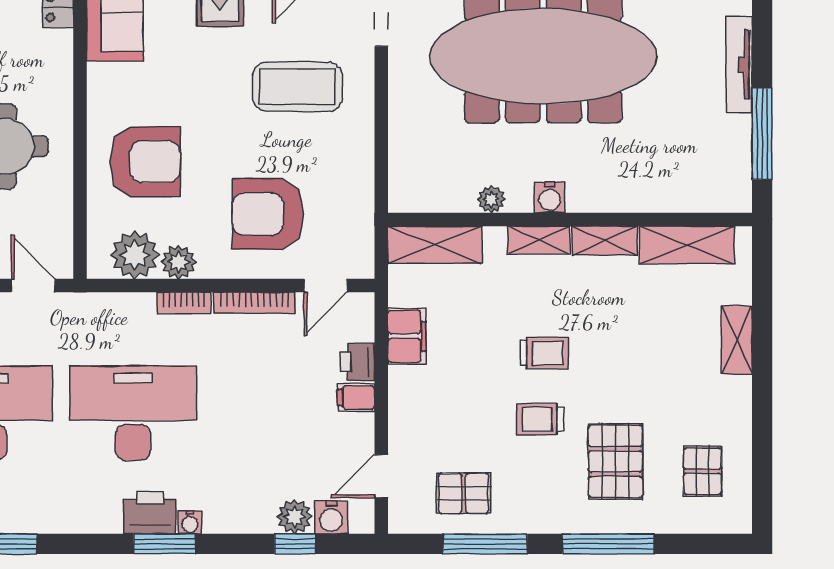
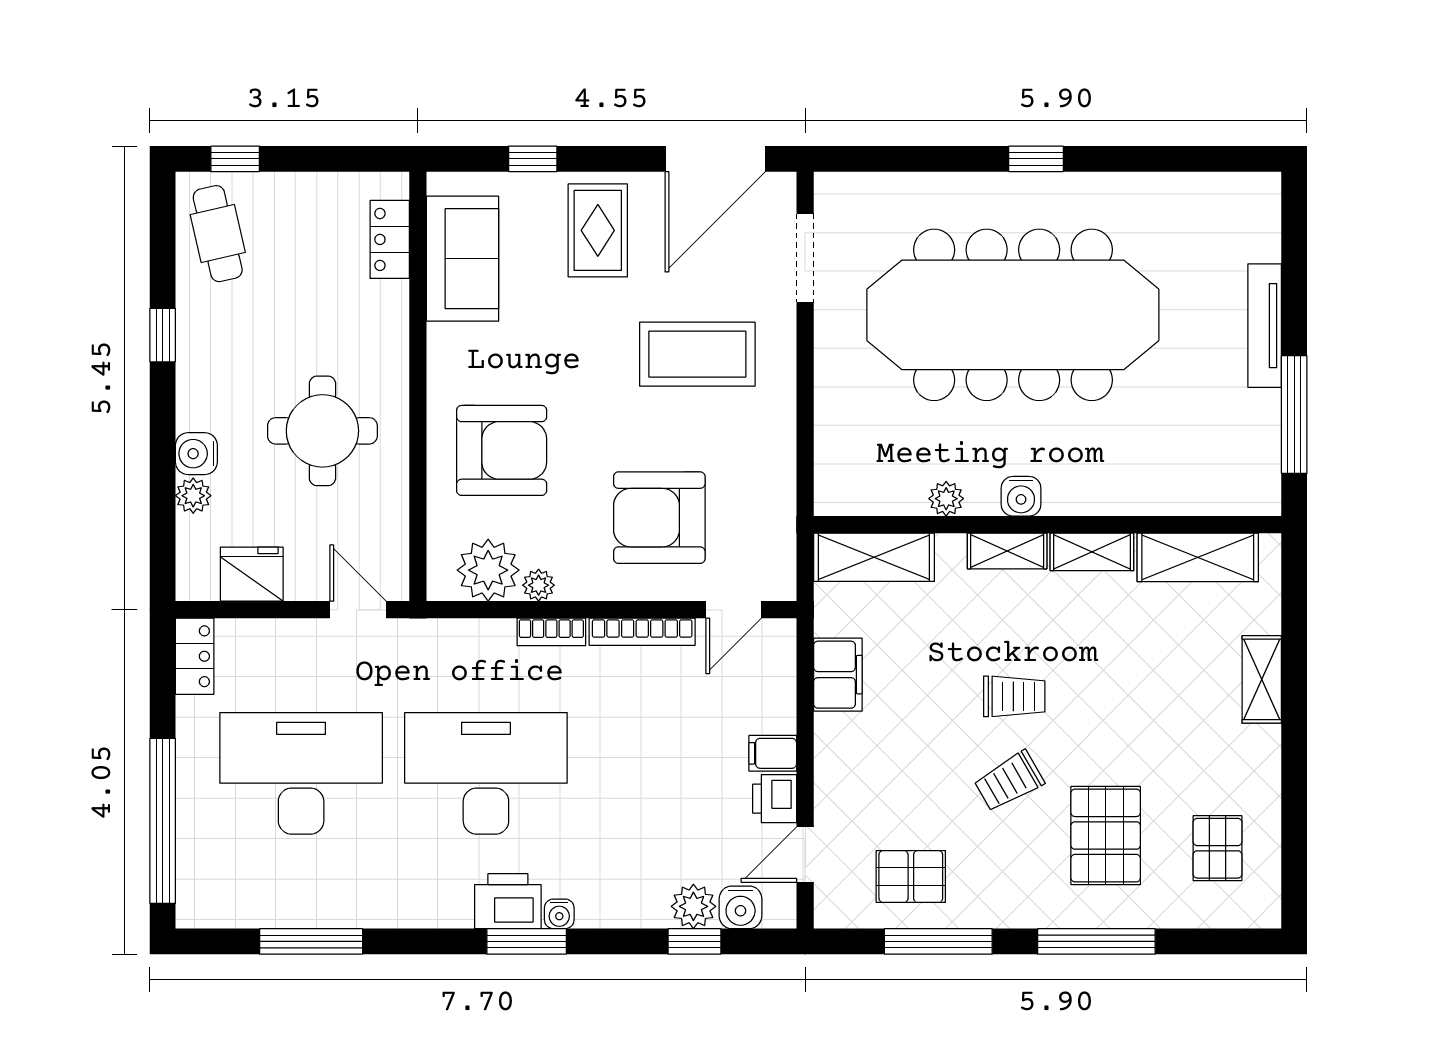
plant: (178, 262) -> (539, 585), width x0.73, depth x0.73
printer: (358, 362) -> (775, 799), moved
trolley: (540, 419) -> (1009, 781), turned -30

